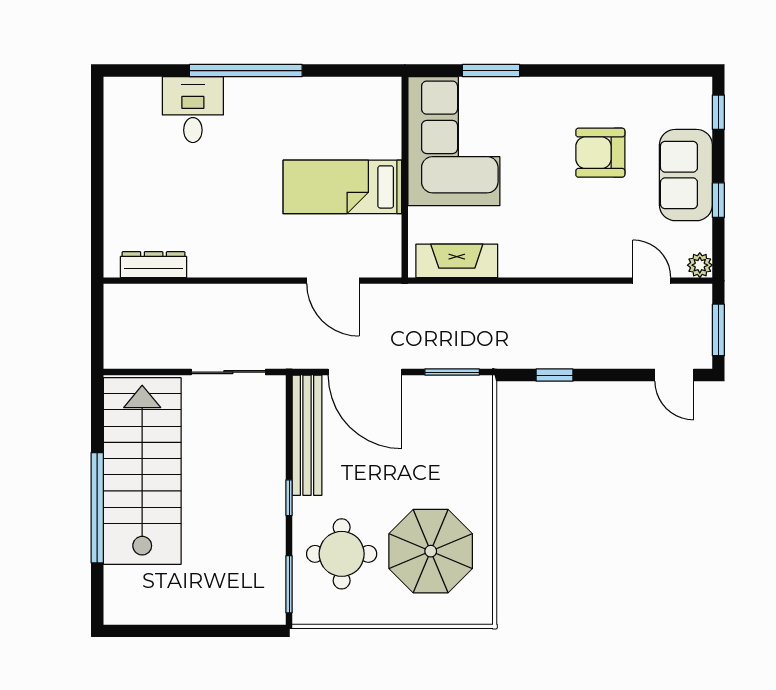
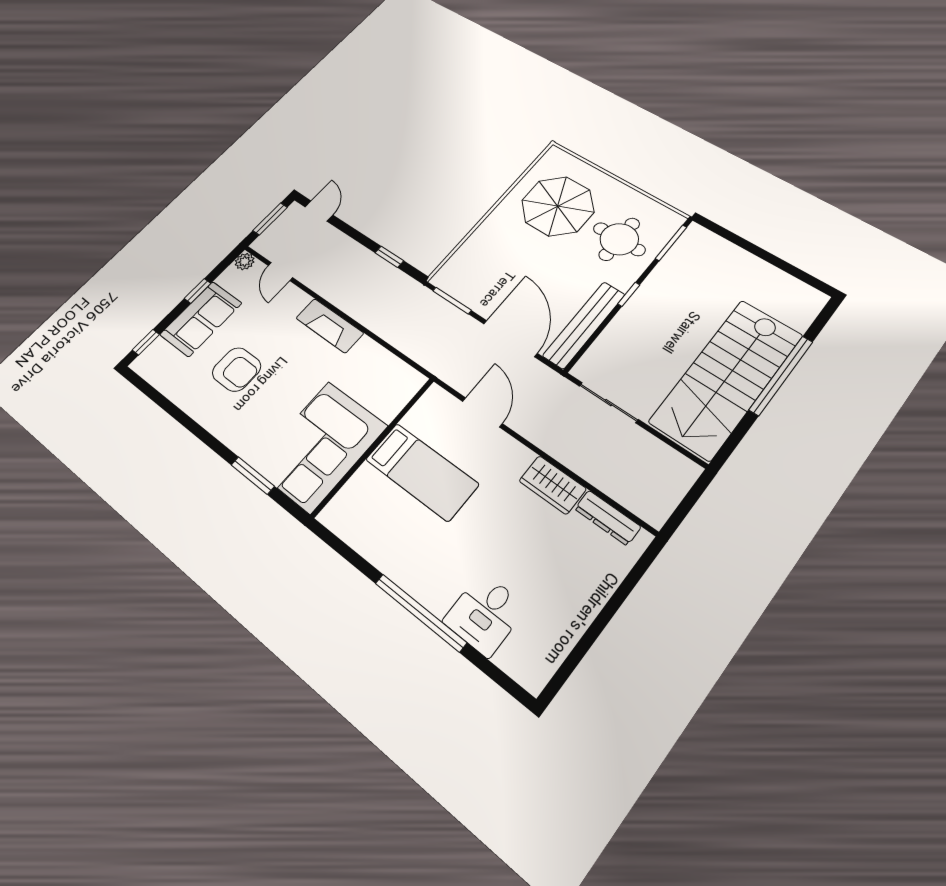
wardrobe: (220, 259) -> (553, 485), added
fireplace: (457, 261) -> (330, 326), moved

